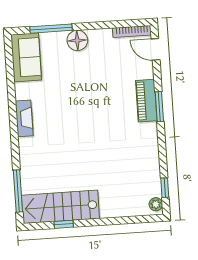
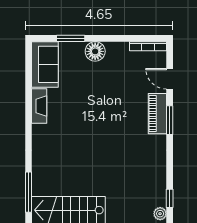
window: (51, 29) -> (71, 38), width x0.69
door: (156, 49) -> (170, 79), moved
fireplace: (24, 118) -> (39, 106), moved

